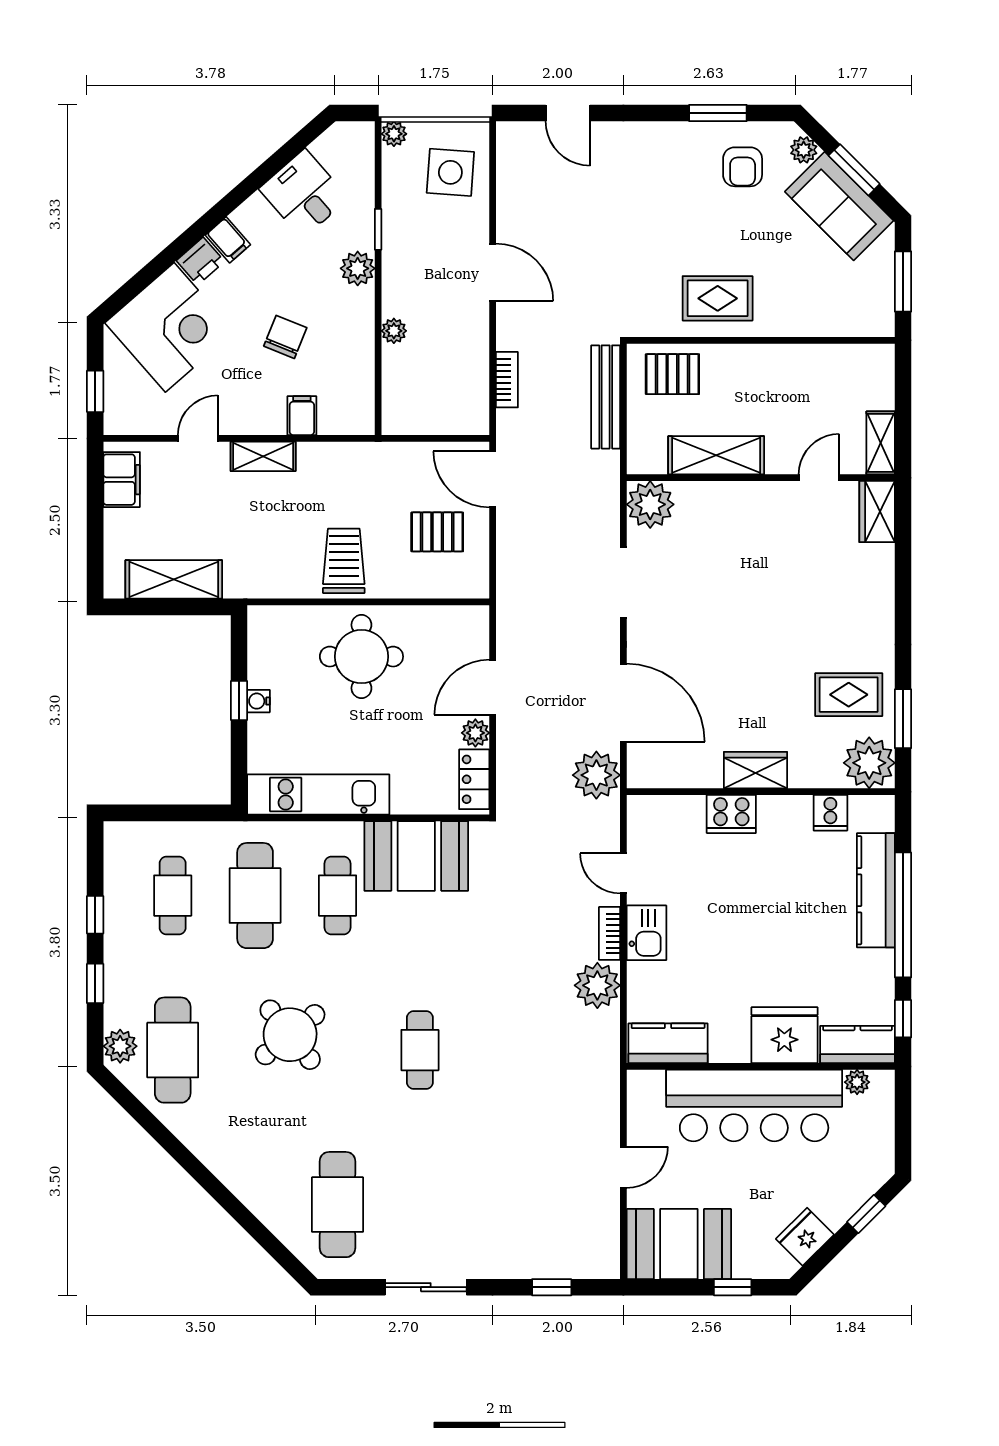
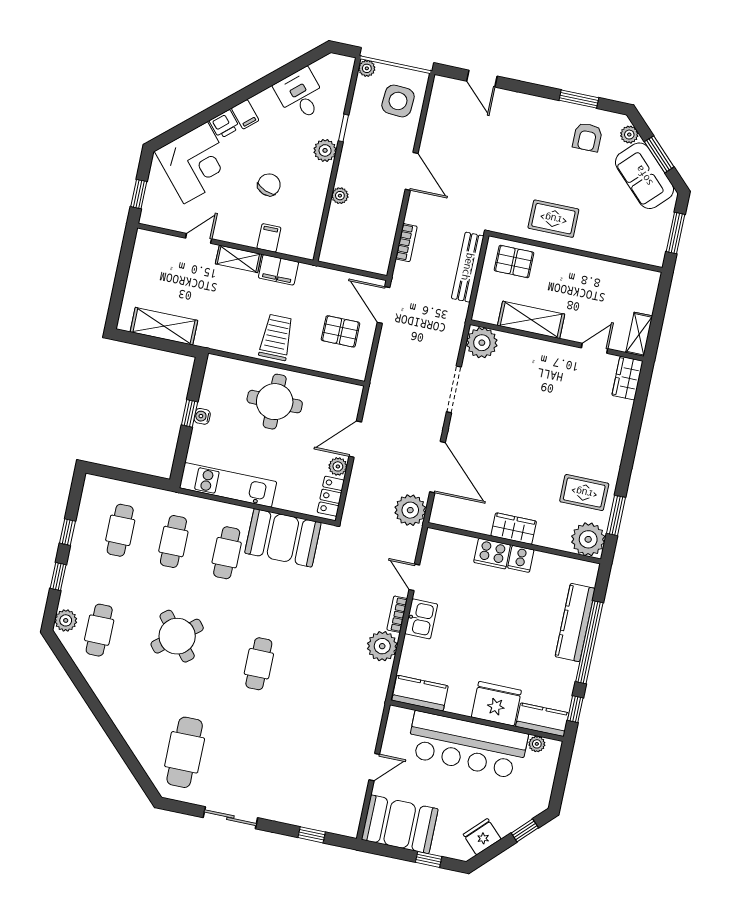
filing cabinet: (122, 480) -> (278, 270), moved, turned 90
cooker: (830, 813) -> (521, 559), moved
cafe table: (255, 896) -> (173, 541), width x0.73, depth x0.74
cafe table: (173, 1050) -> (99, 630), width x0.73, depth x0.74

